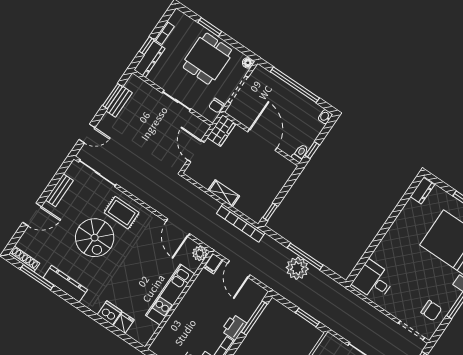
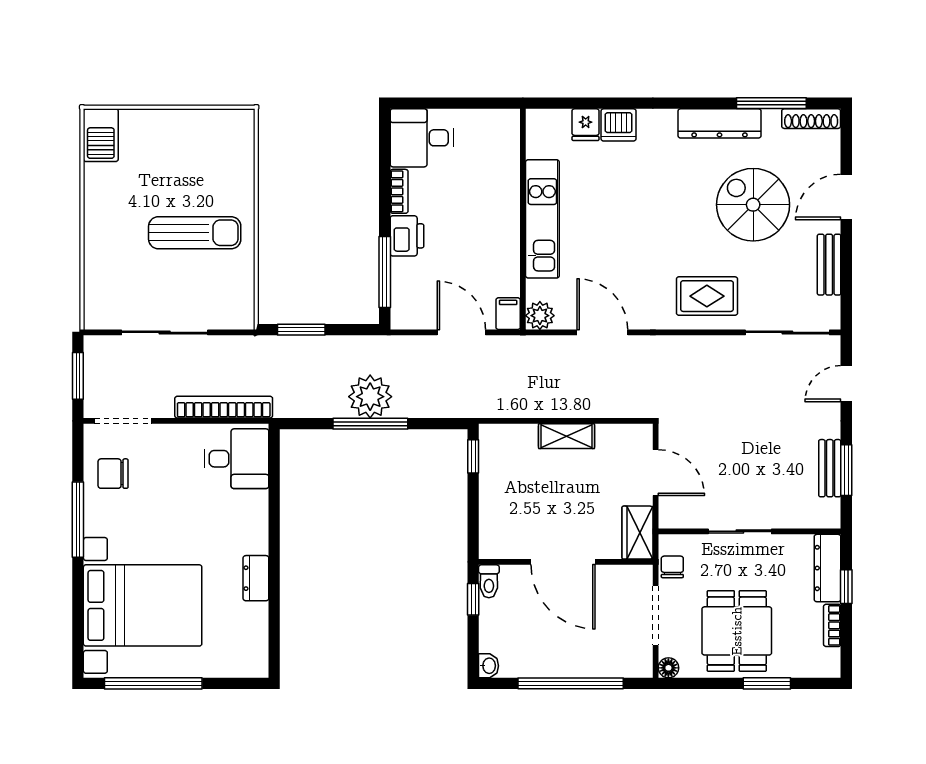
dresser: (422, 191) -> (256, 578), moved
bookcase: (241, 223) -> (224, 407), moved
spiral stairs: (95, 238) -> (753, 205), moved

